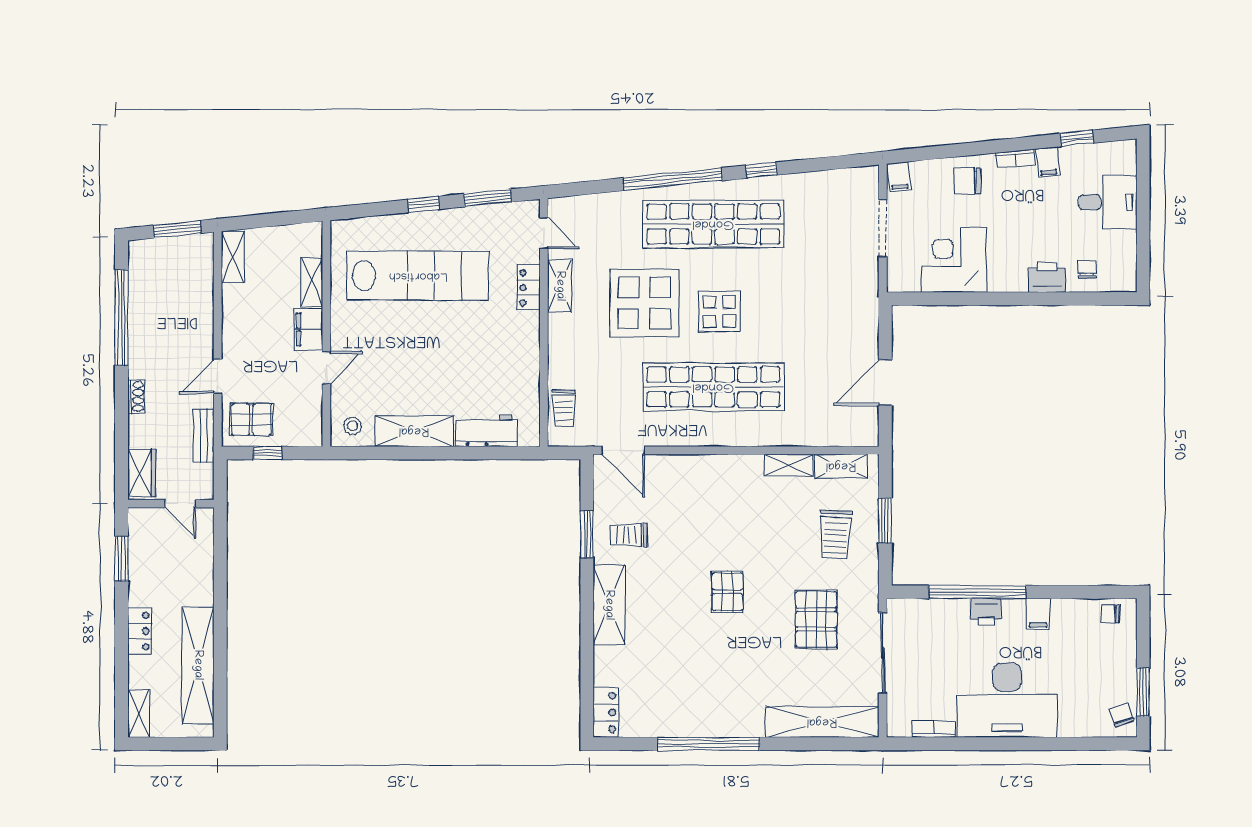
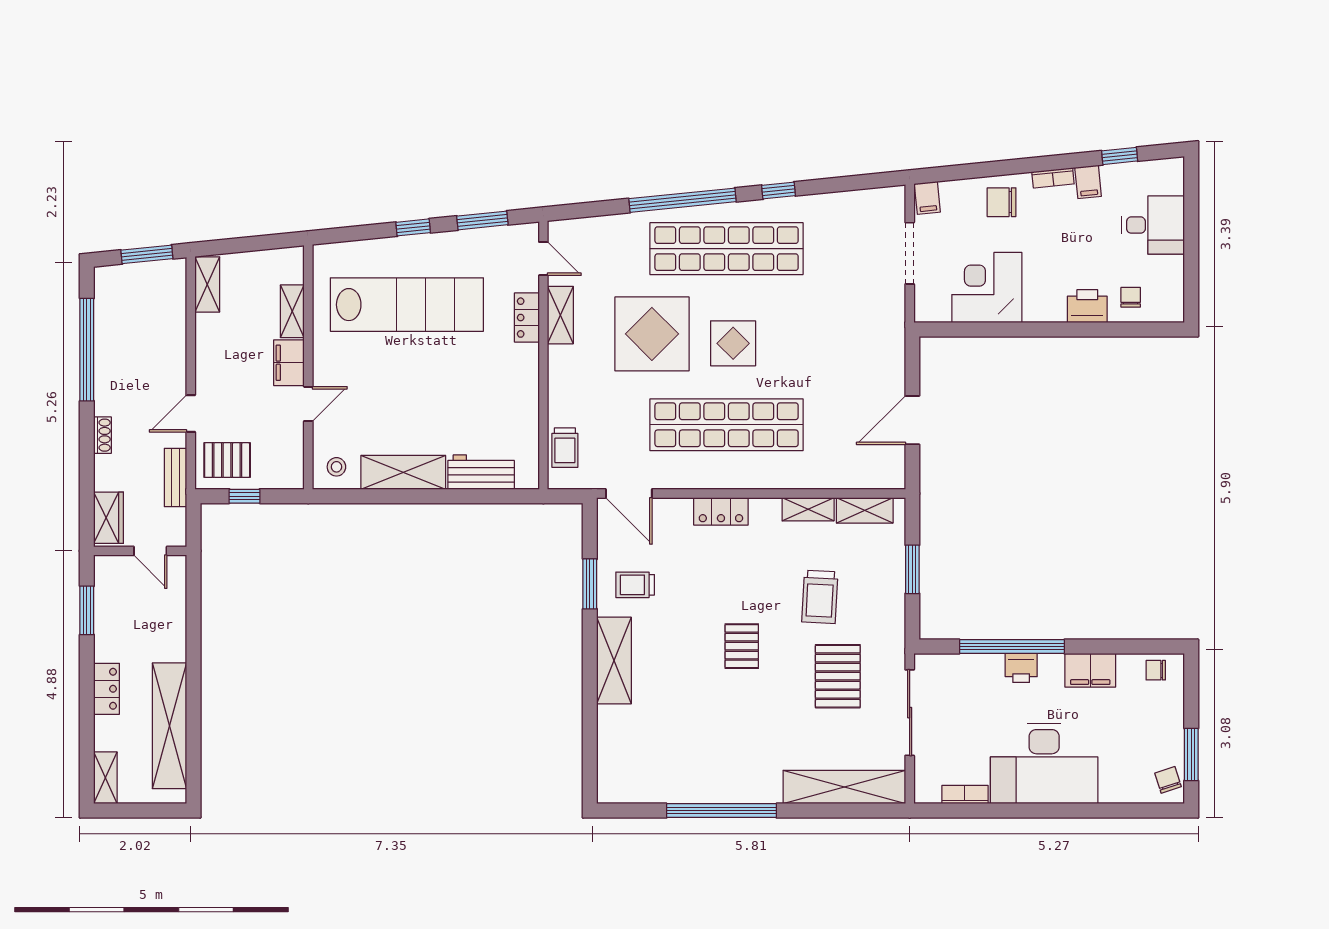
trolley: (835, 534) -> (820, 597), moved
filing cabinet: (1038, 614) -> (1090, 670), width x2.00
locker: (606, 712) -> (721, 511), moved, turned 90

